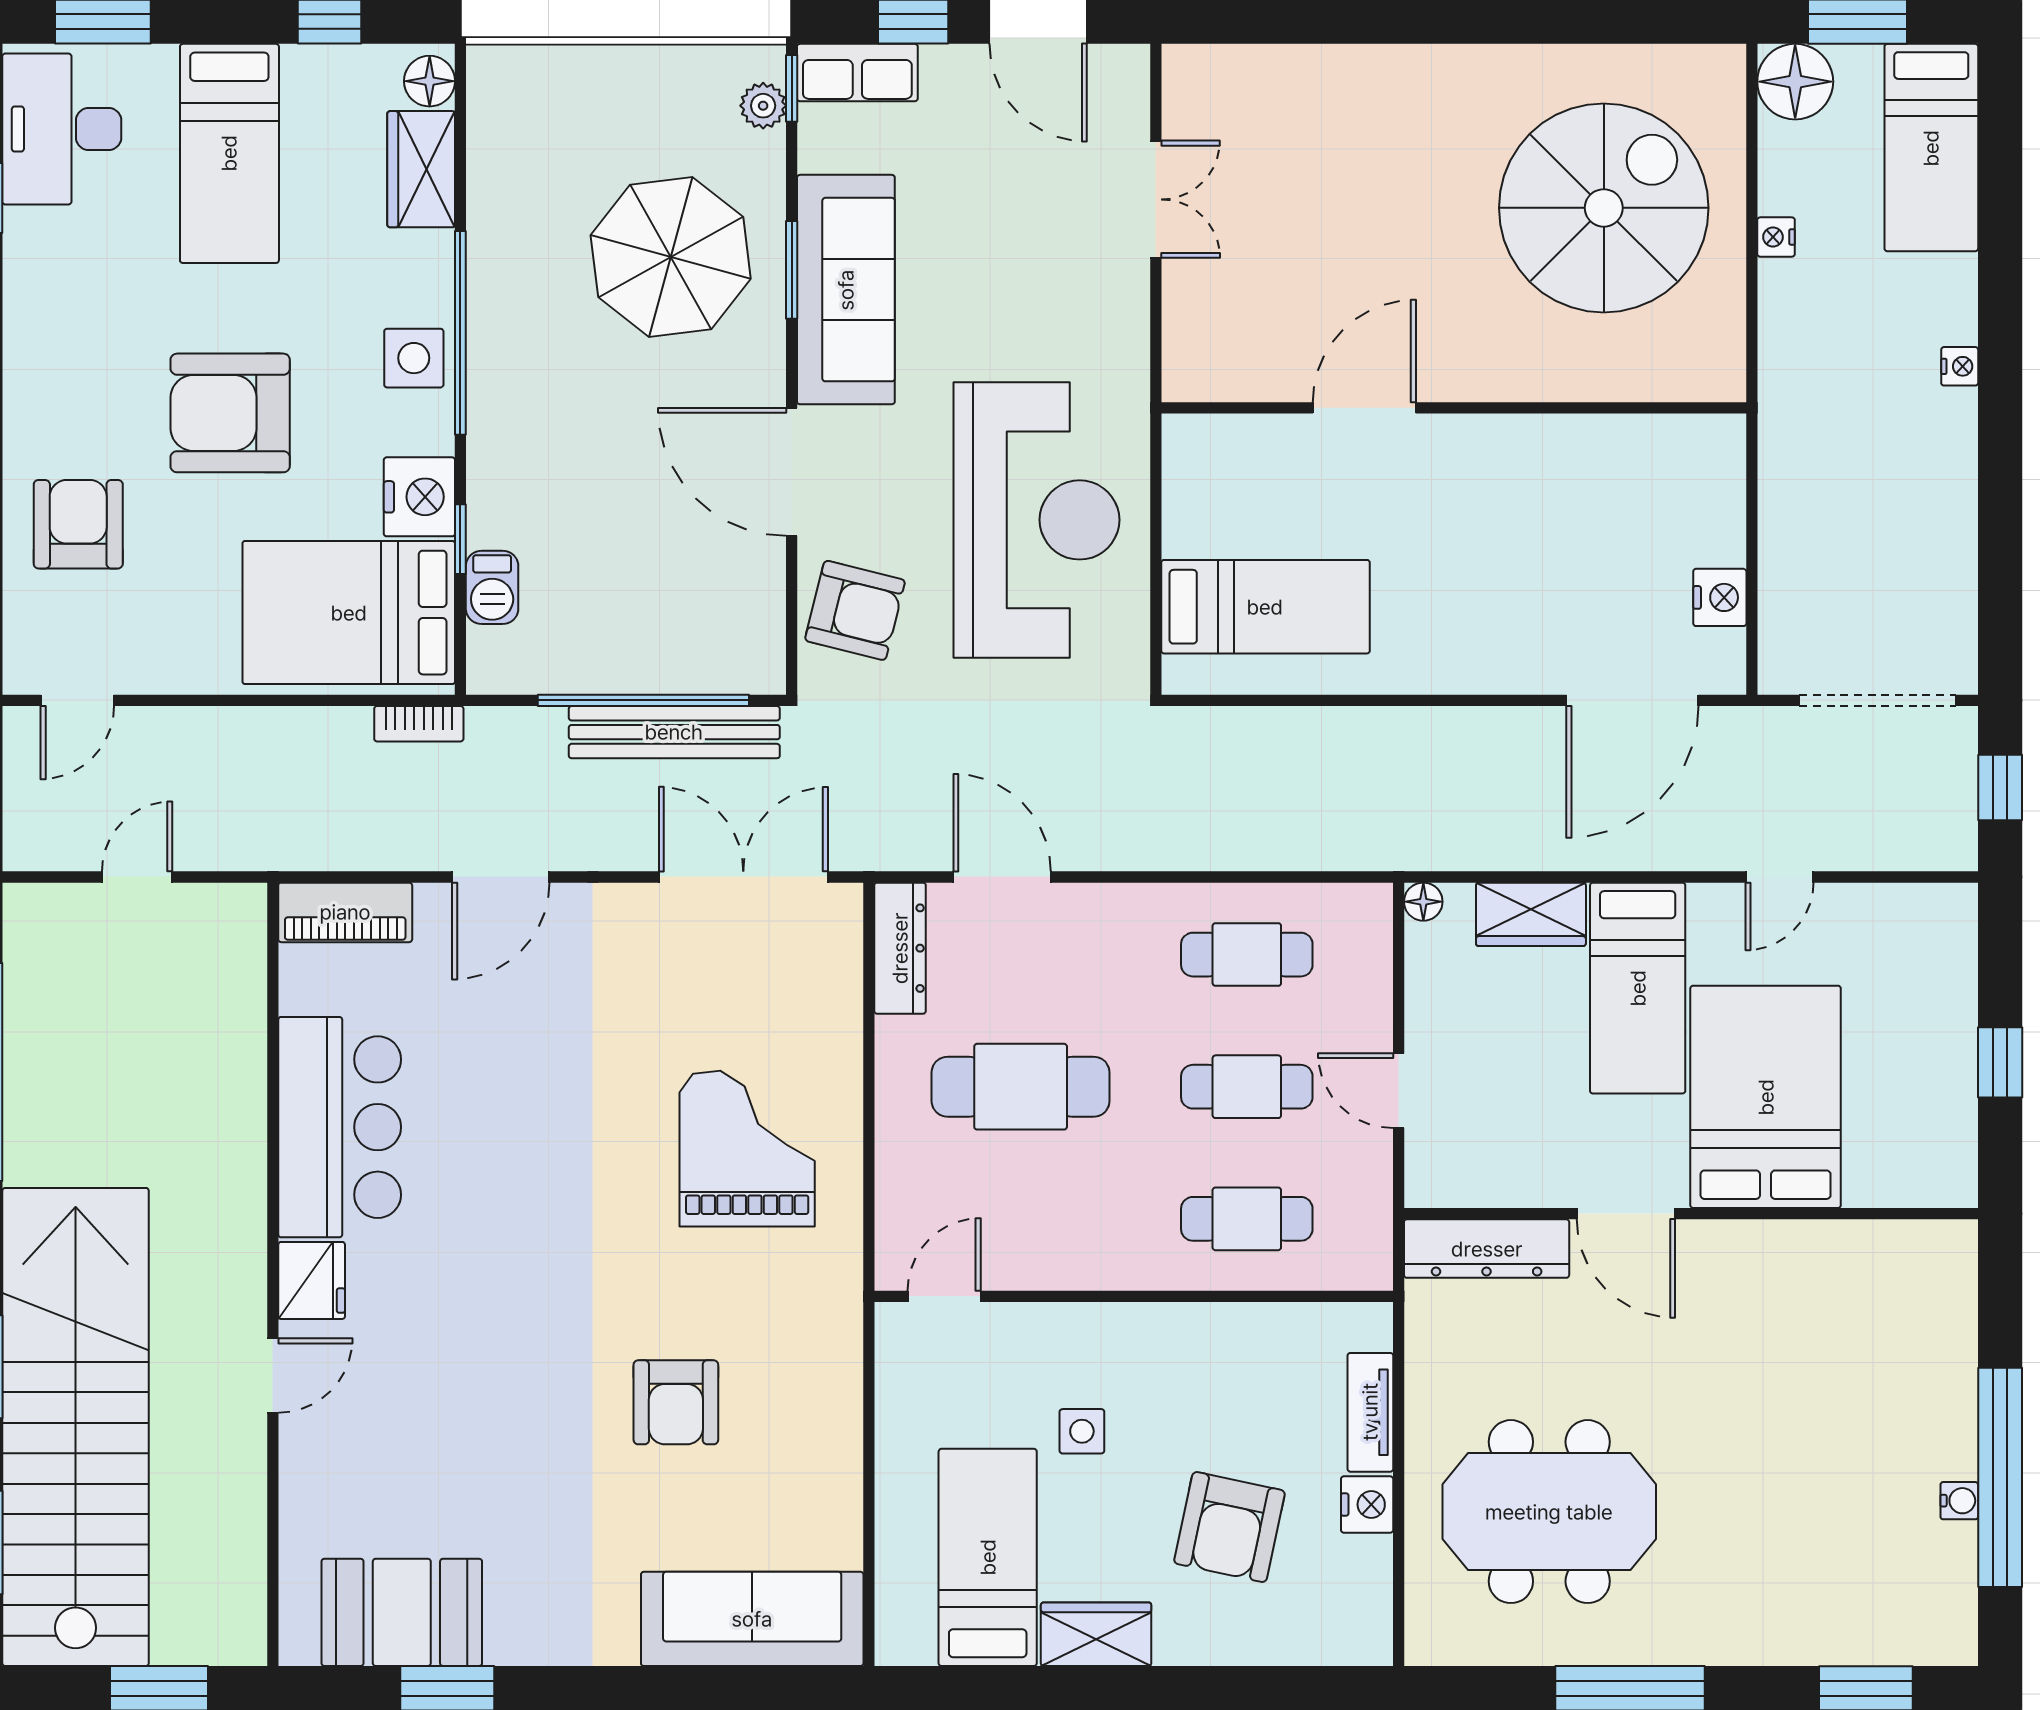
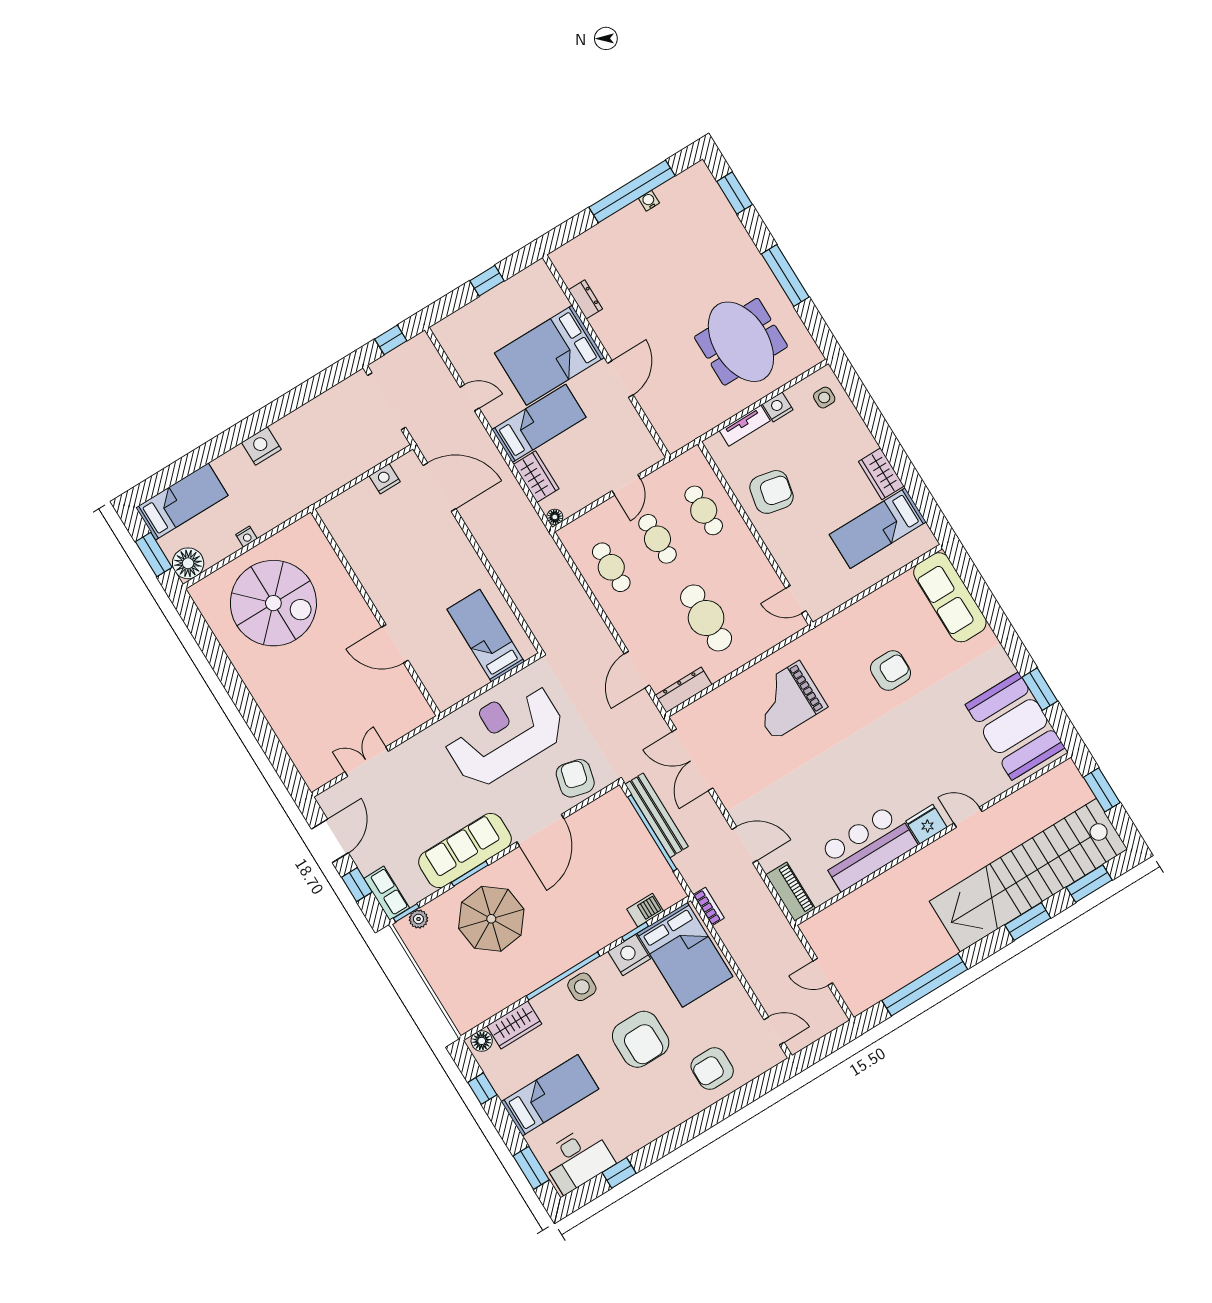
spiral stairs: (1604, 208) -> (273, 603), turned 180
nightstand: (1960, 366) -> (261, 446), width x1.89, depth x1.79
dresser: (1487, 1249) -> (585, 299), moved, width x0.51, depth x0.80
side table: (1082, 1431) -> (824, 398), moved
armchair: (1229, 1527) -> (772, 492), moved
booth: (402, 1612) -> (1015, 726), width x1.36, depth x1.42

